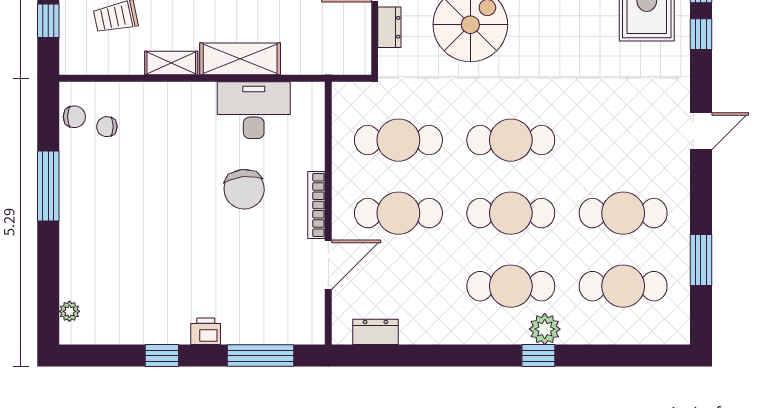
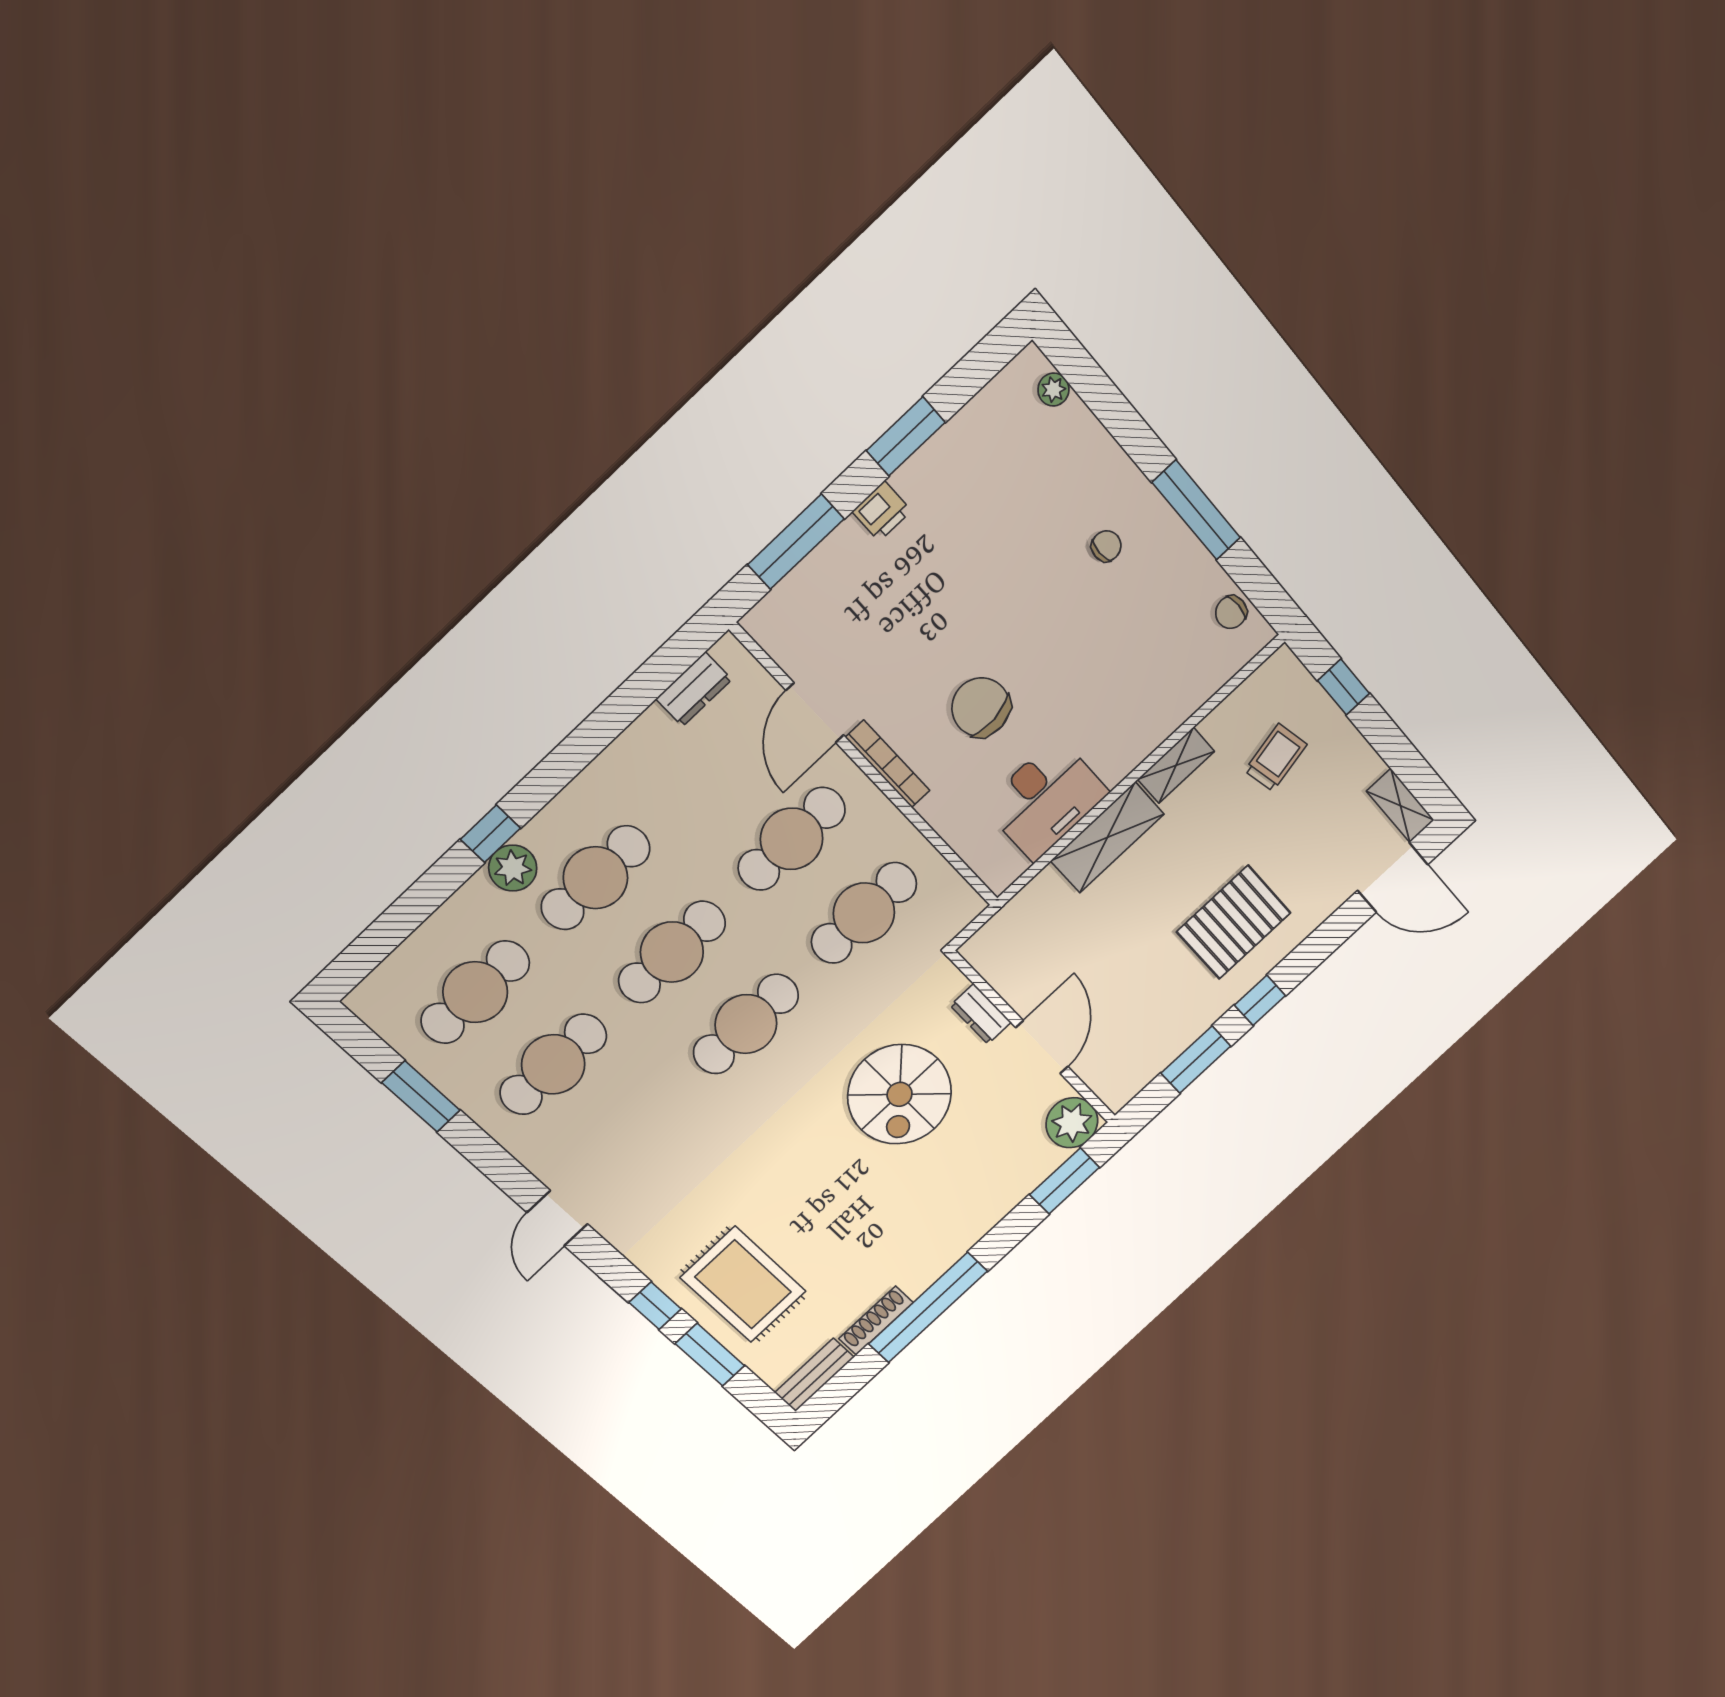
chair: (107, 127) -> (1106, 546), moved
window: (162, 356) -> (906, 436), width x1.50

